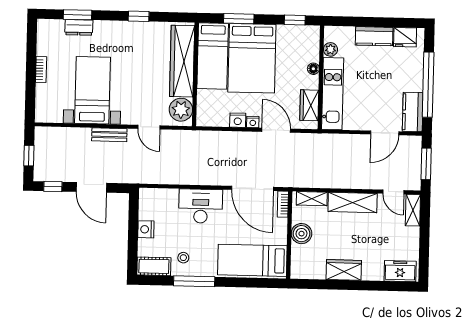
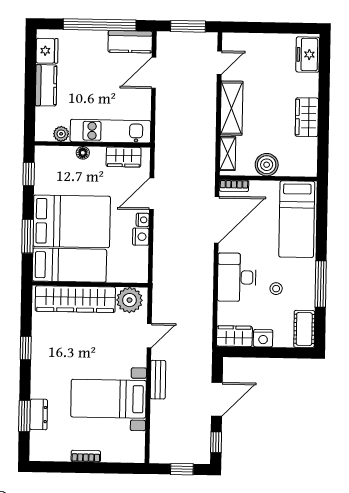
door: (385, 133) -> (154, 73), swing flipped
wardrobe: (148, 204) -> (234, 336), added
shelving: (413, 210) -> (240, 41), removed
stool: (183, 258) -> (276, 289), moved

